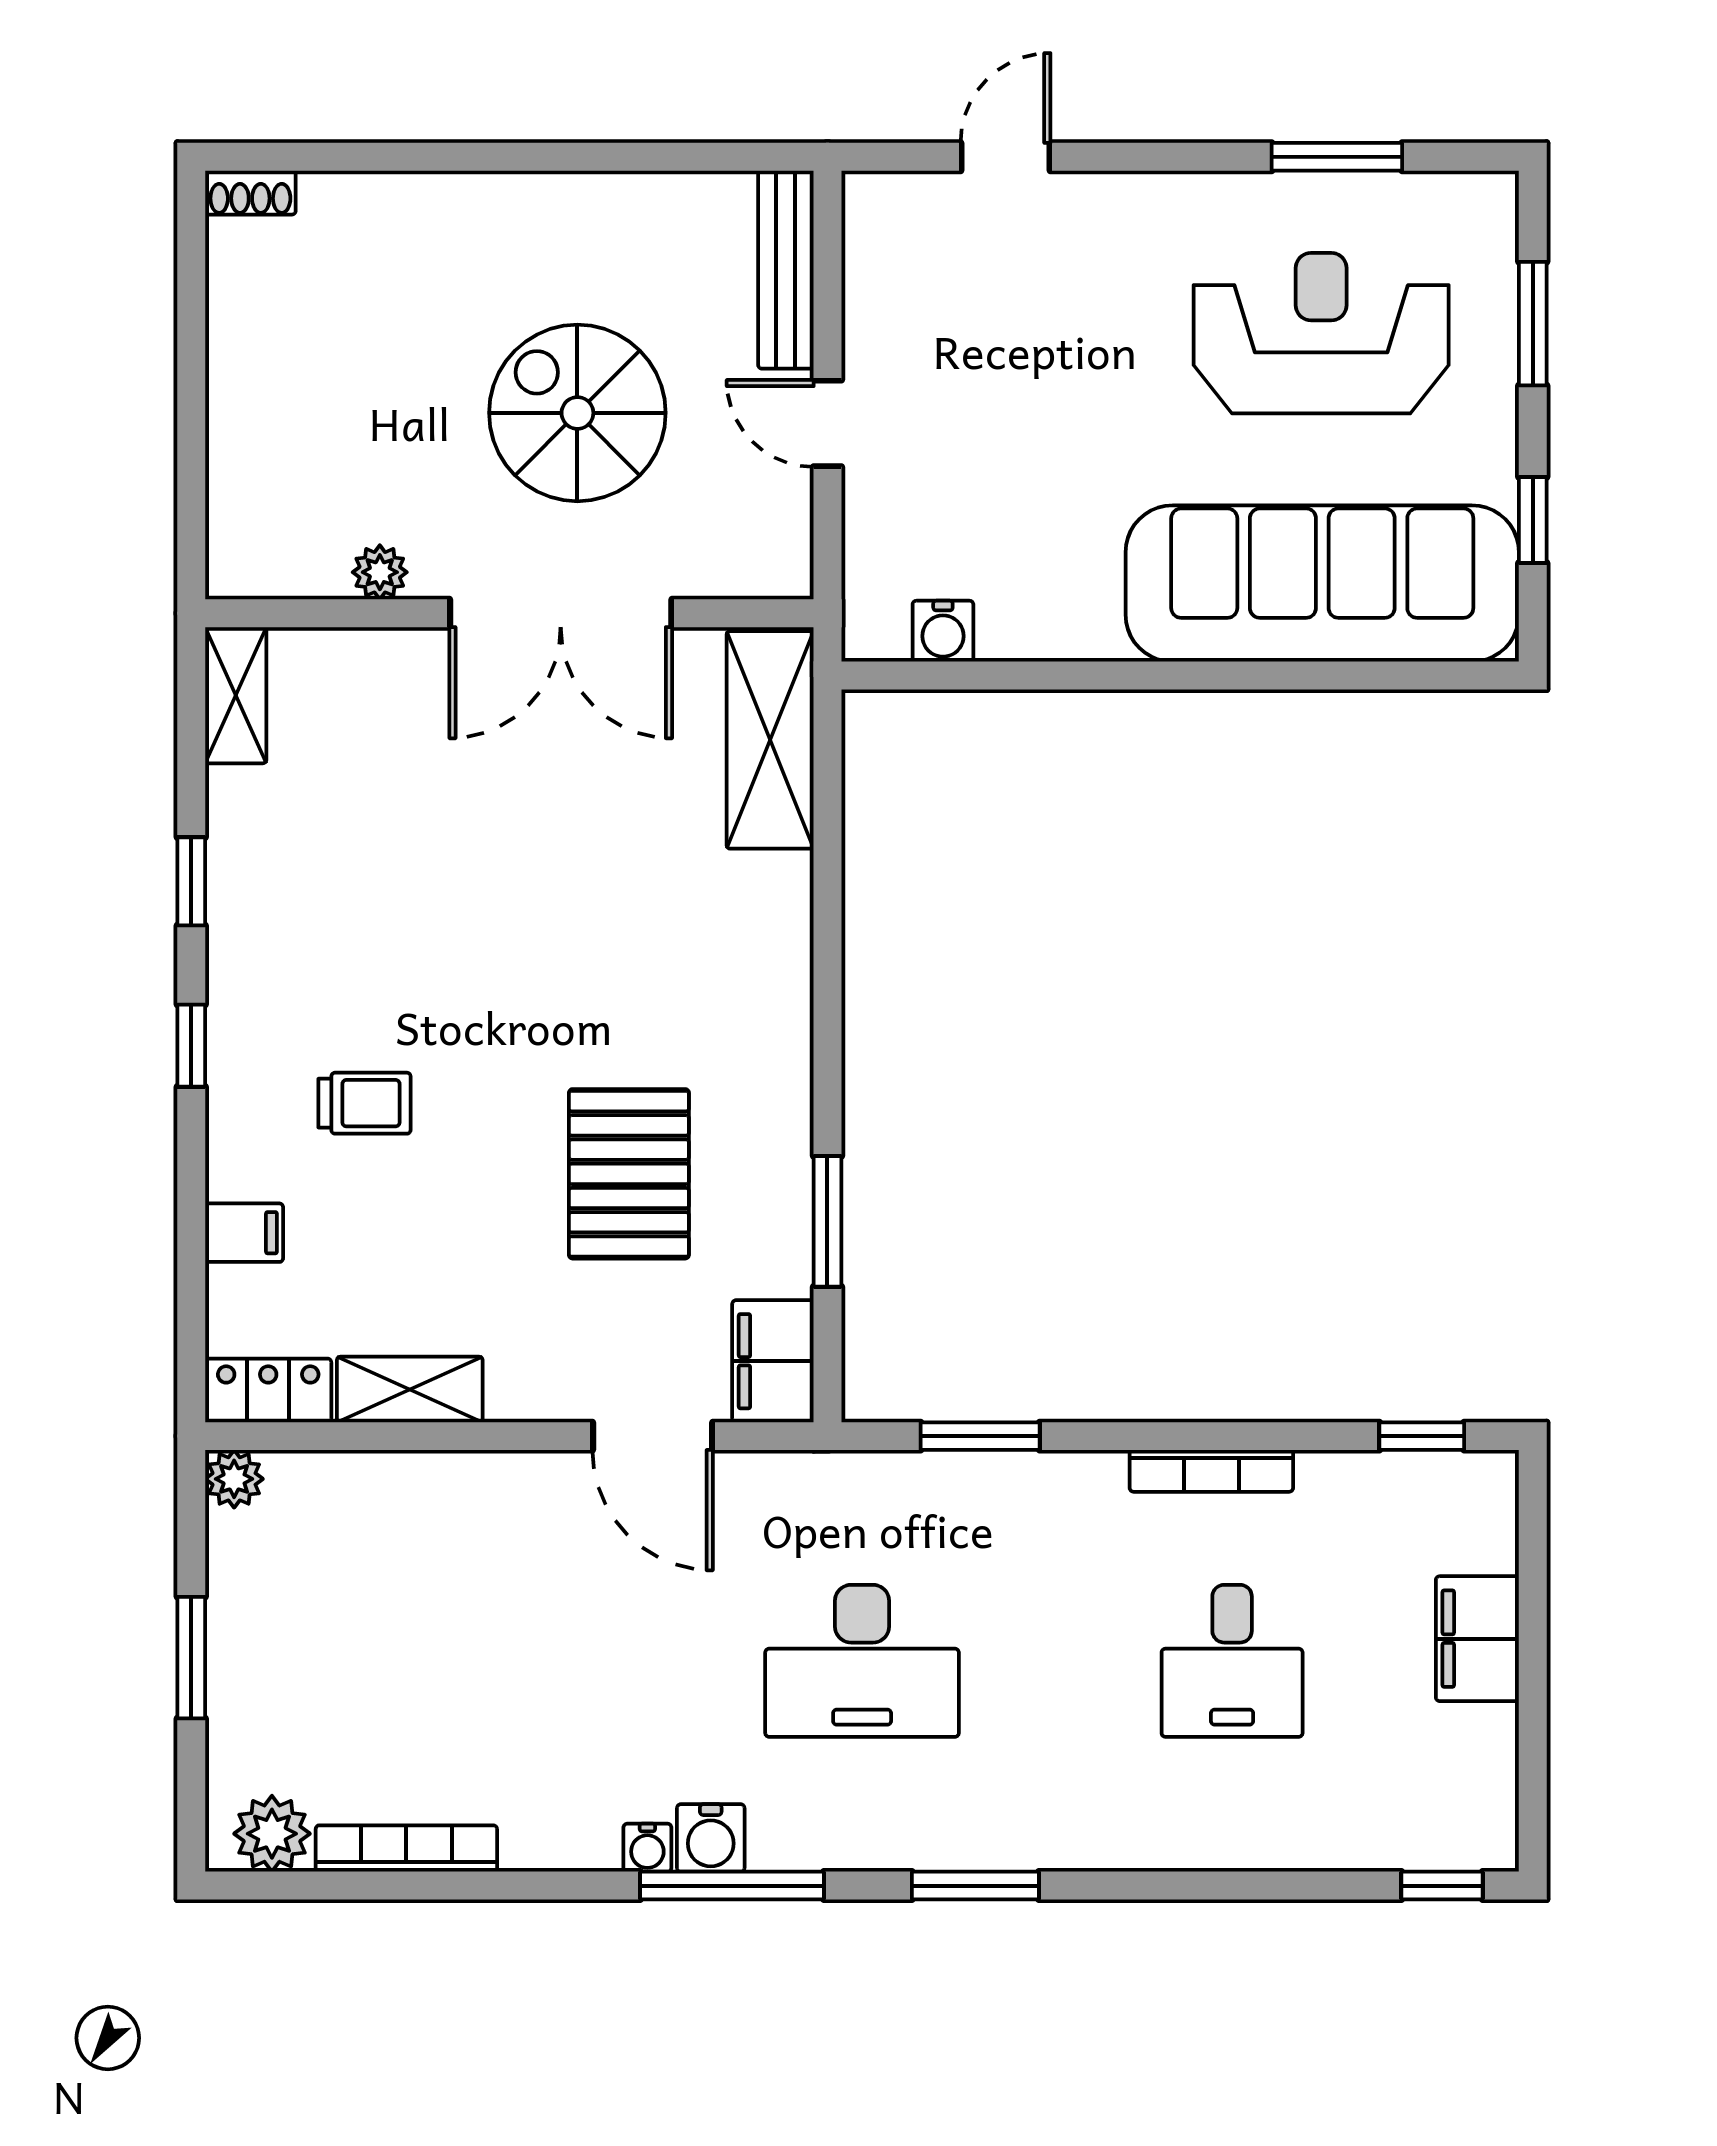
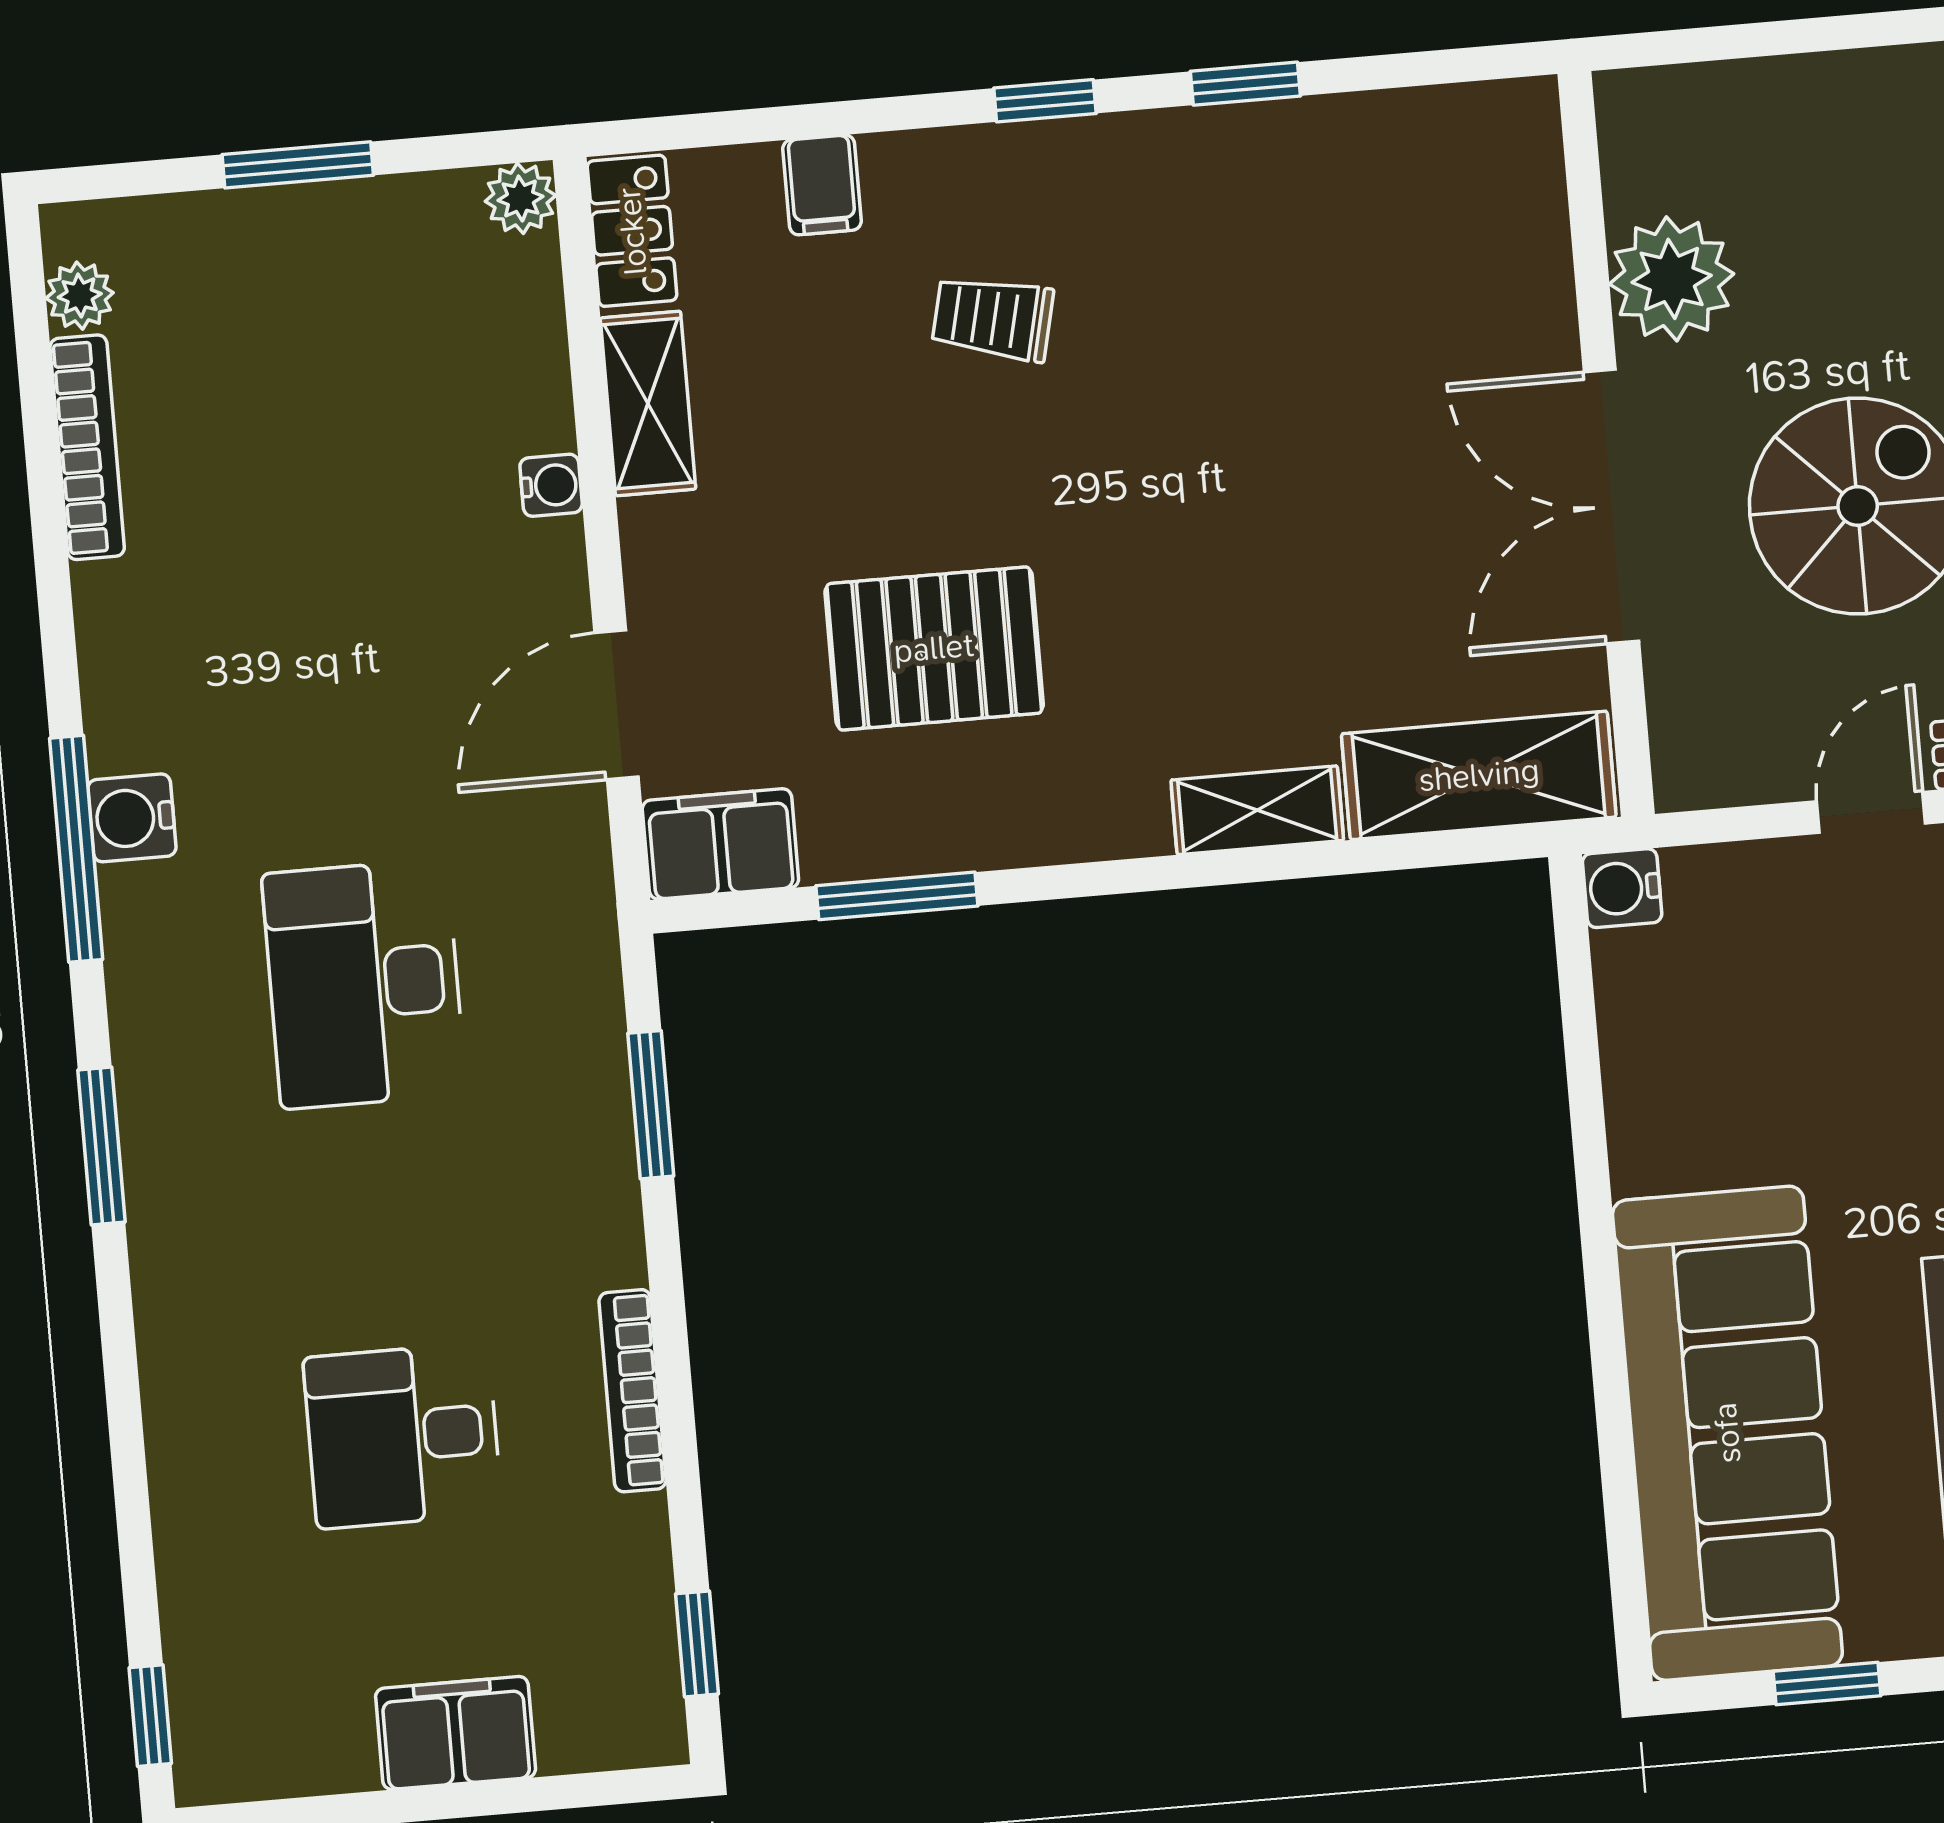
plant: (380, 572) -> (1672, 279), width x1.87, depth x1.87
water cooler: (943, 631) -> (1622, 888), moved
shelving: (236, 695) -> (1257, 810), moved
trolley: (365, 1103) -> (993, 318), turned 103
plant: (272, 1834) -> (80, 296), width x0.73, depth x0.73
water cooler: (647, 1848) -> (551, 485), moved, turned 180

